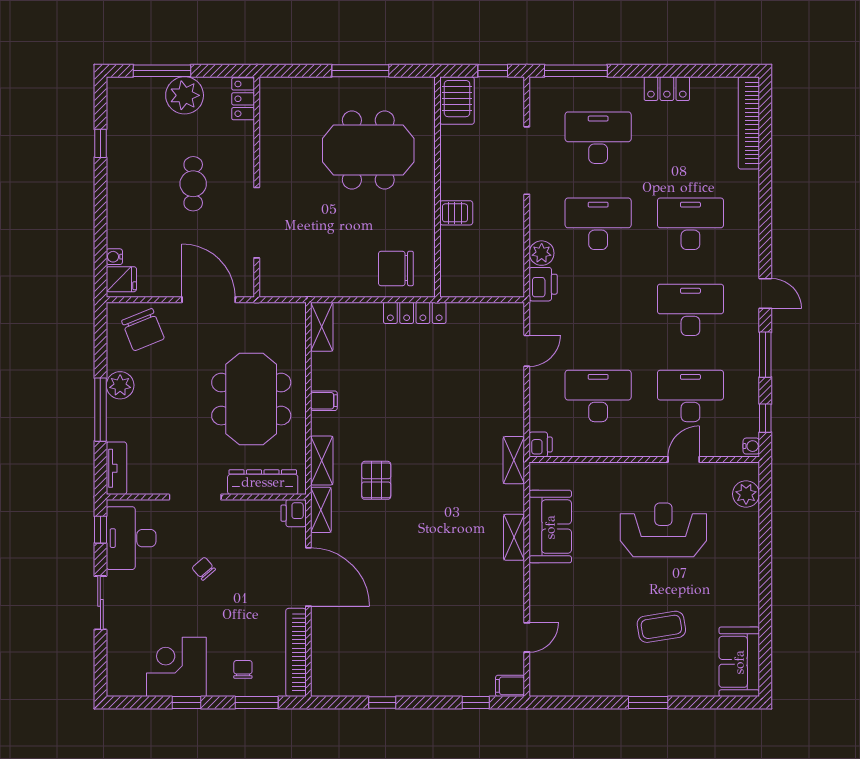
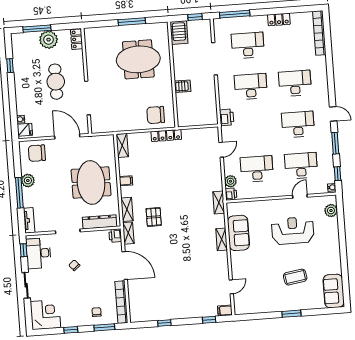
cafe table: (193, 184) -> (56, 82), width x1.37, depth x1.35
plant: (542, 253) -> (231, 181), moved
chair: (143, 330) -> (37, 153), turned 112
corner desk: (176, 667) -> (45, 315), moved, turned 90

